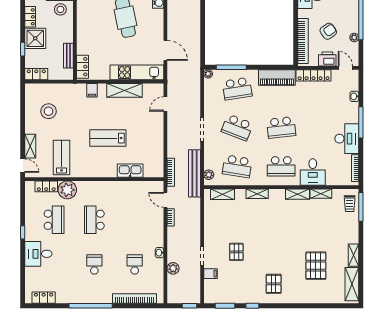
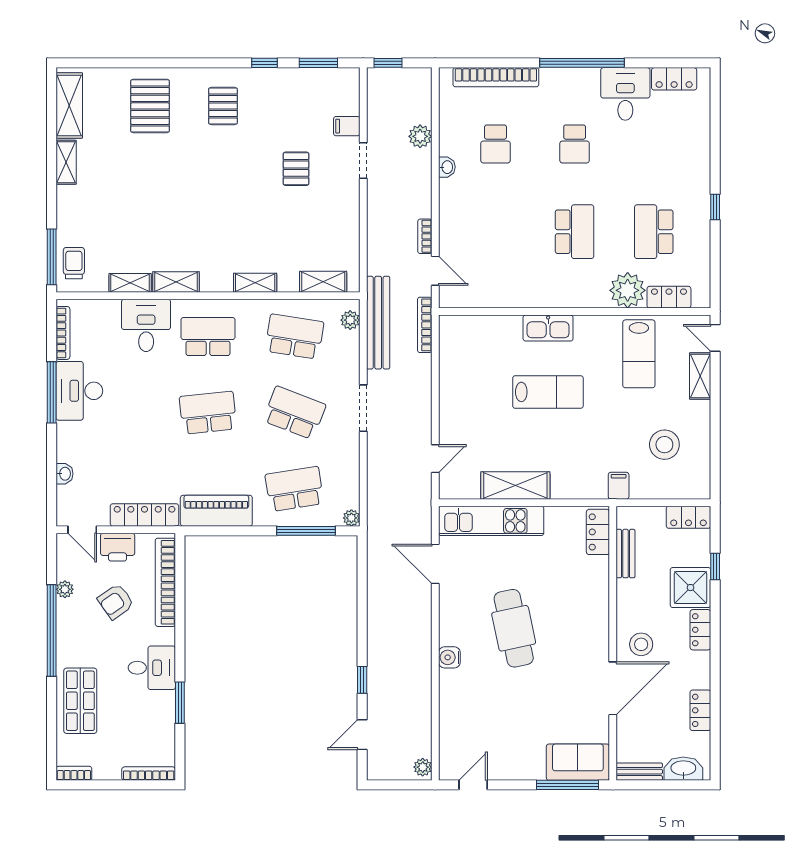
filing cabinet: (92, 90) -> (619, 486), moved
window: (361, 122) -> (52, 392), moved
kitchen sink: (130, 171) -> (548, 328), moved
desk: (38, 254) -> (625, 94), moved, turned -90
pallet: (316, 266) -> (150, 106), moved

